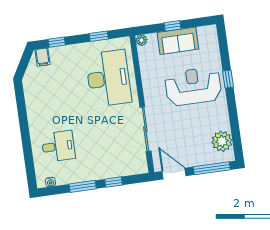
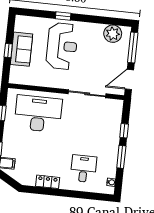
plant: (141, 40) -> (14, 79), removed
reception desk: (193, 86) -> (62, 46), turned 180
locker: (33, 109) -> (48, 182), added

